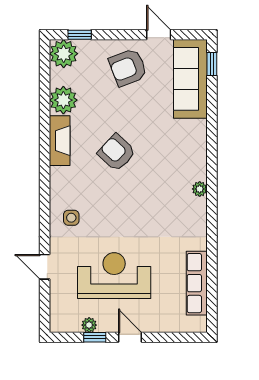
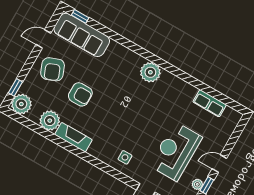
armchair: (117, 153) -> (80, 94), moved, turned -133
plant: (200, 189) -> (150, 72), width x1.88, depth x1.88
row of seats: (197, 283) -> (210, 103), width x0.68

